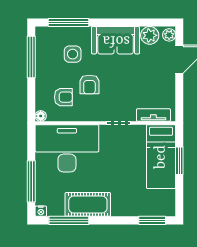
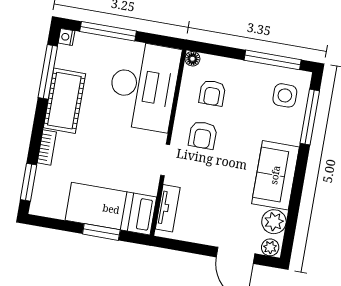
side table: (73, 54) -> (285, 95), moved
armchair: (89, 85) -> (203, 135), moved, turned -90
bookcase: (124, 211) -> (47, 147), added

